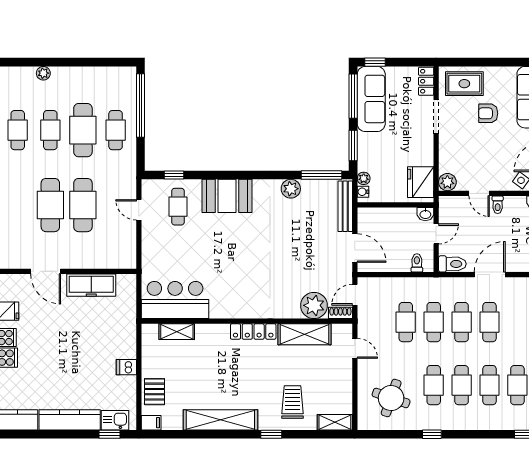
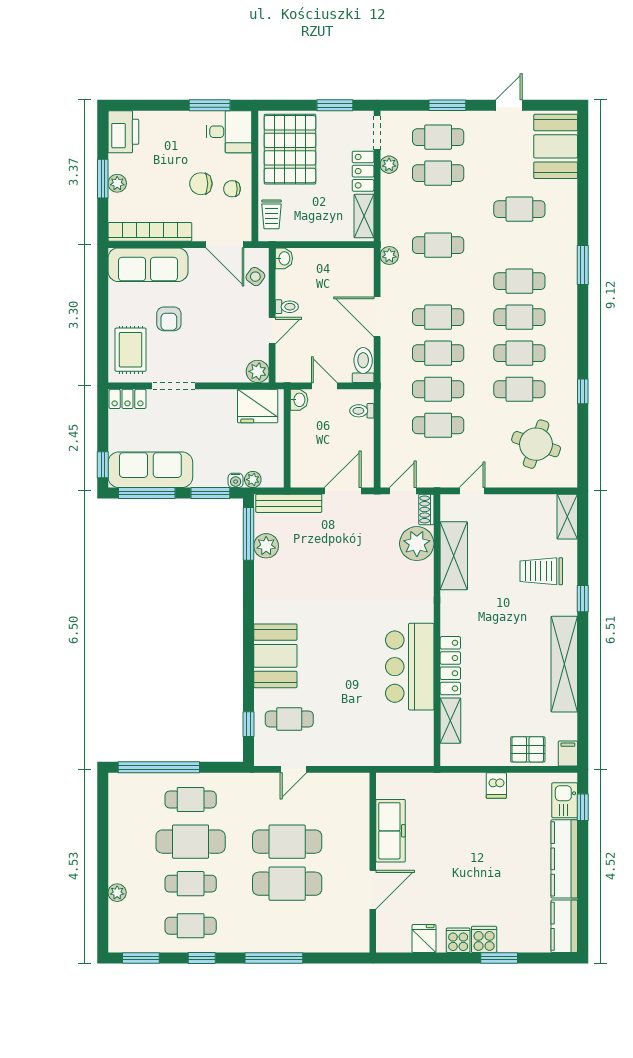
plant: (291, 189) -> (266, 546), moved
water cooler: (363, 192) -> (236, 480), moved
door: (355, 295) -> (403, 491), swing flipped
bar counter: (175, 300) -> (410, 667), moved
locker: (253, 332) -> (450, 666), moved

